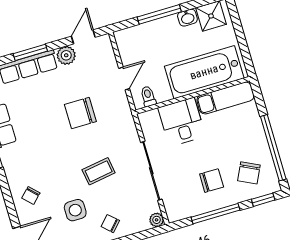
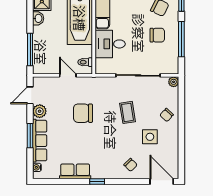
window: (159, 14) -> (30, 49), moved
door: (83, 37) -> (30, 95), hinge flipped
chair: (80, 113) -> (83, 113), turned 90
chair: (212, 181) -> (157, 35), turned 90

